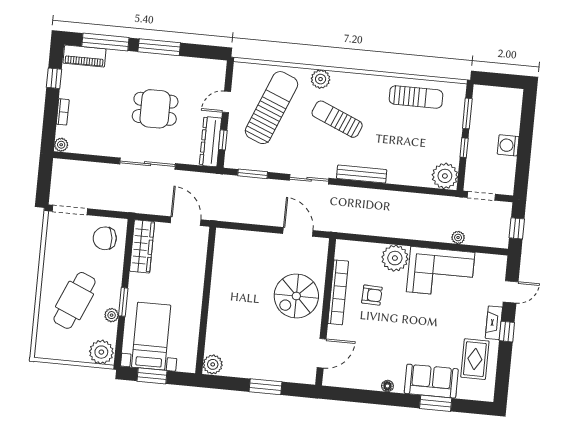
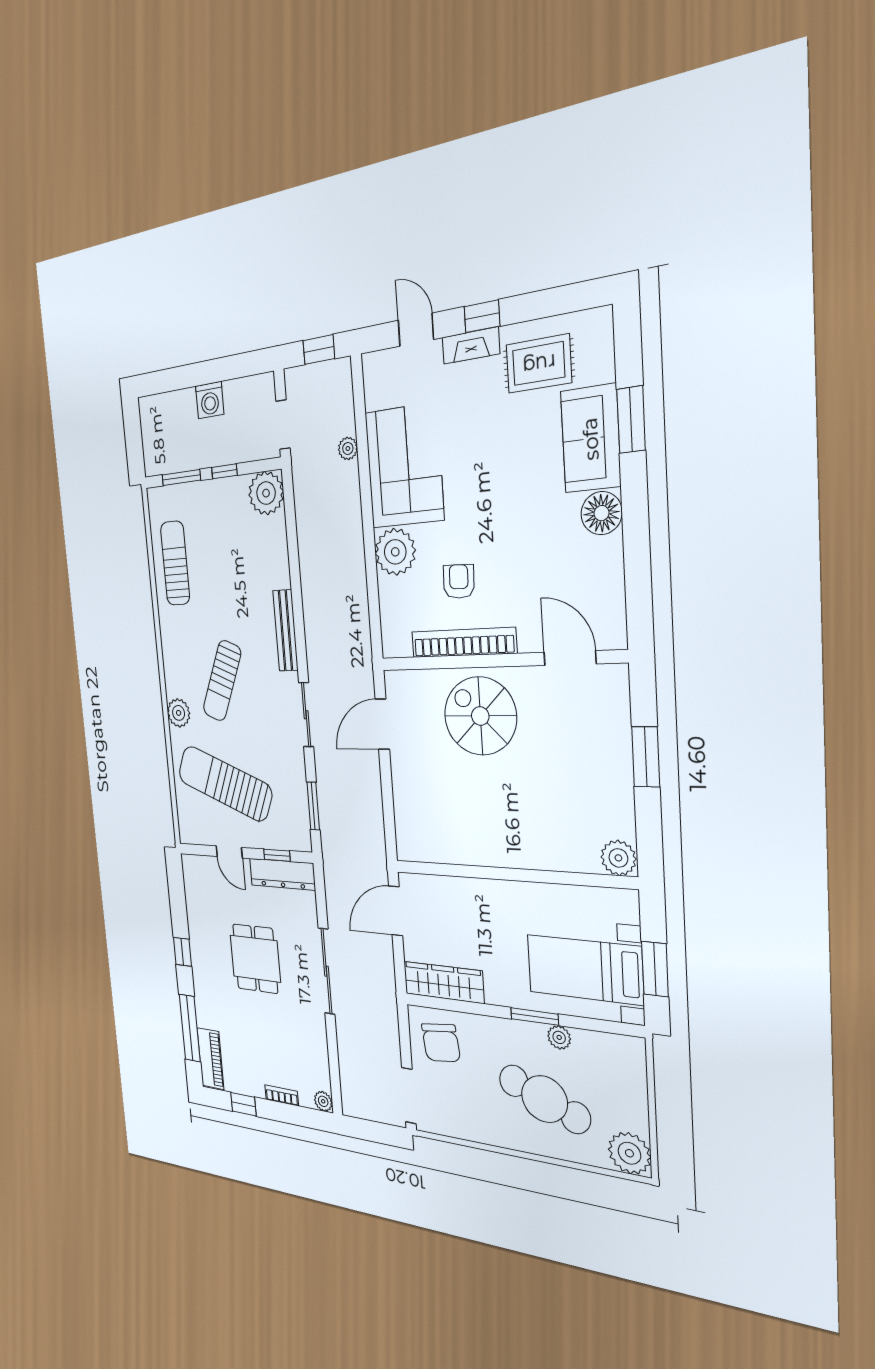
window: (159, 47) -> (182, 952), width x0.46
spiral stairs: (296, 296) -> (480, 716), turned 180
plant: (101, 352) -> (629, 1153), moved
floor lamp: (387, 386) -> (602, 513), width x1.89, depth x1.89

